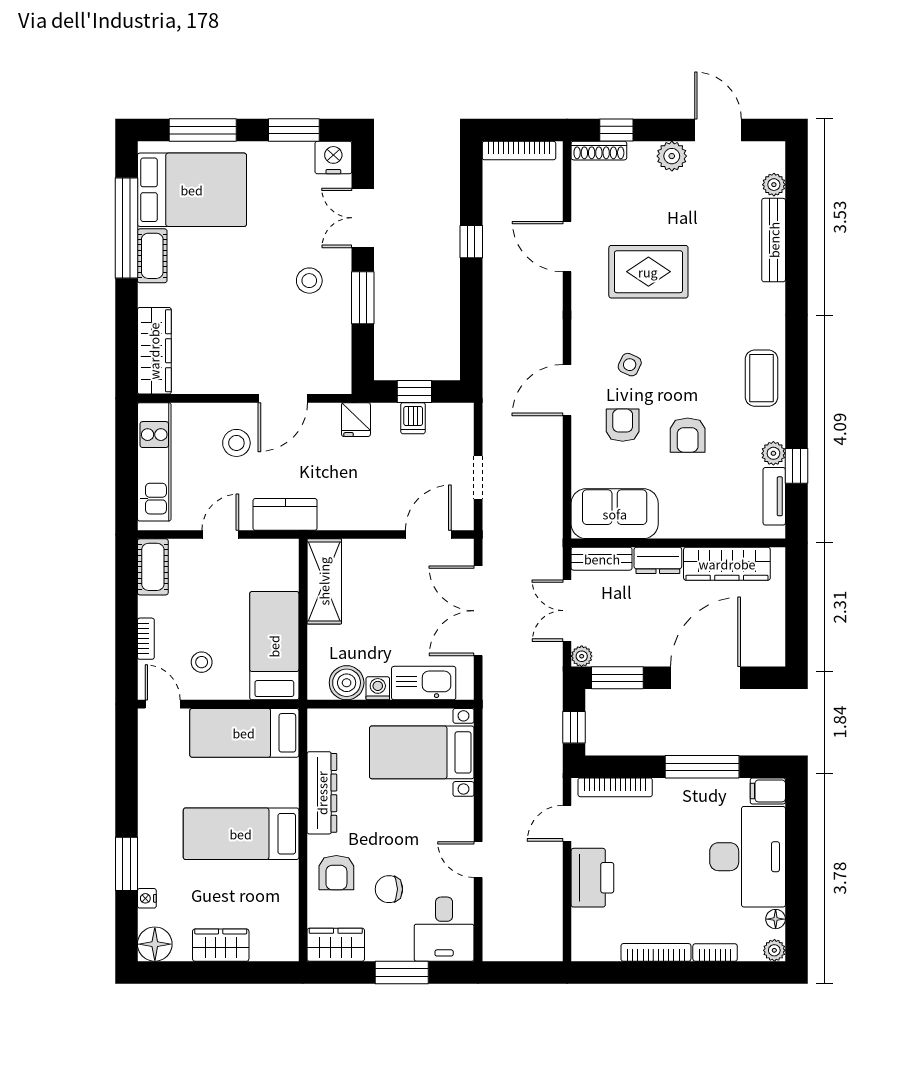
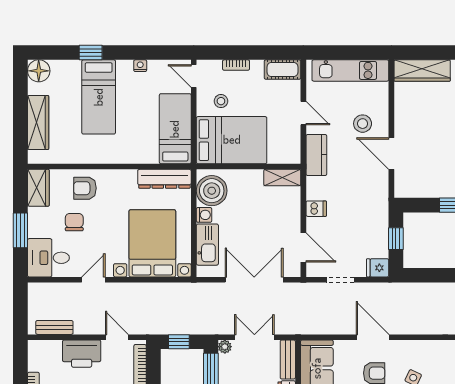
door: (567, 390) -> (373, 337), moved
dishwasher: (413, 418) -> (316, 209), moved, turned 180
fridge: (356, 420) -> (378, 268), moved
shelving: (324, 581) -> (282, 178), width x0.67, depth x0.75
bed: (274, 646) -> (232, 140), width x1.50
boiler: (347, 683) -> (212, 191), width x1.37, depth x1.37
door: (163, 704) -> (194, 76), swing flipped
bed with nightstands: (422, 752) -> (152, 243), width x1.36
dresser: (322, 793) -> (164, 179), moved
bed: (241, 834) -> (99, 97), moved, turned 180
window: (126, 864) -> (91, 52), width x0.67
nightstand: (147, 898) -> (140, 66), moved
bench: (552, 920) -> (54, 327), added
wardrobe: (221, 945) -> (38, 122), width x1.50

